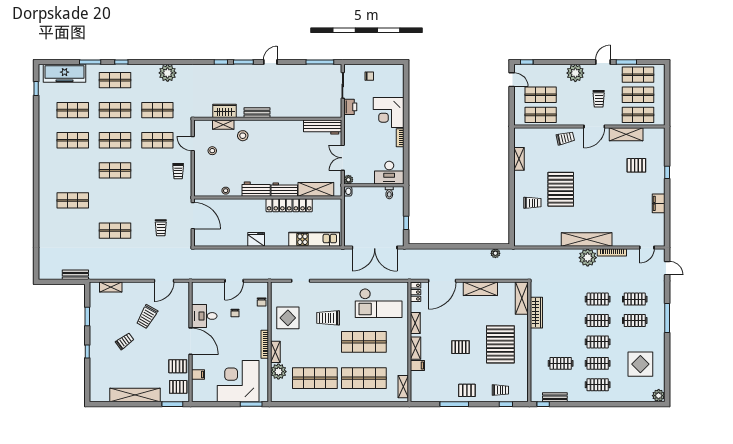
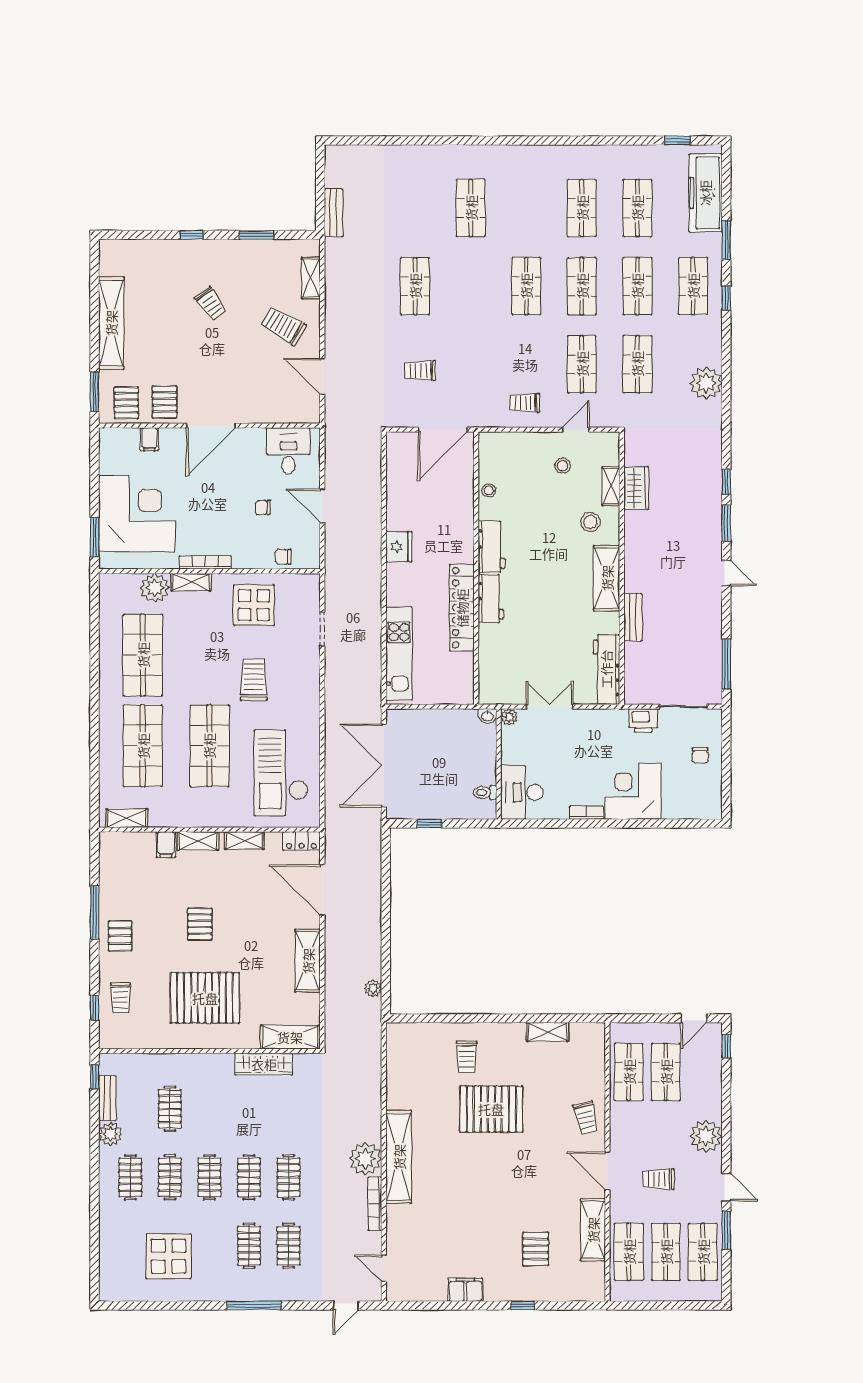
bench: (257, 113) -> (633, 617), moved
shelving: (316, 189) -> (607, 578), moved
desk: (204, 316) -> (288, 451), moved
trolley: (147, 317) -> (283, 326), moved
plant: (659, 396) -> (110, 1134), moved

